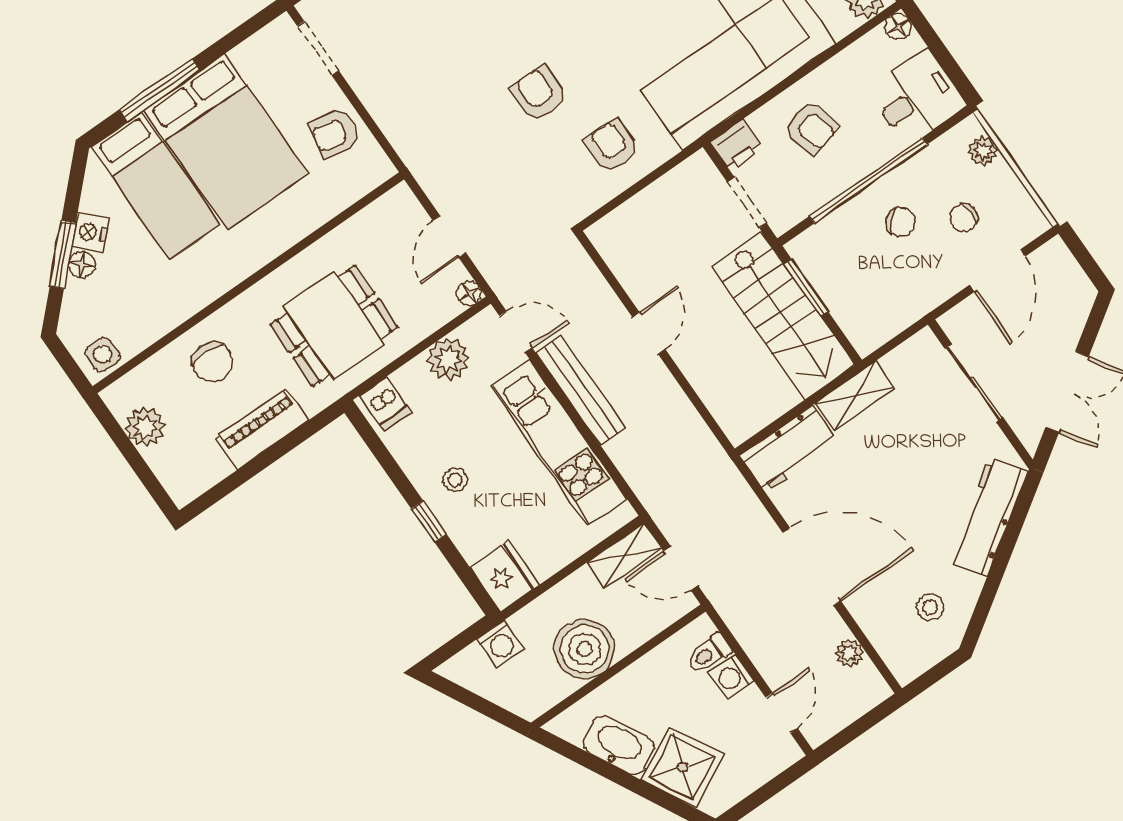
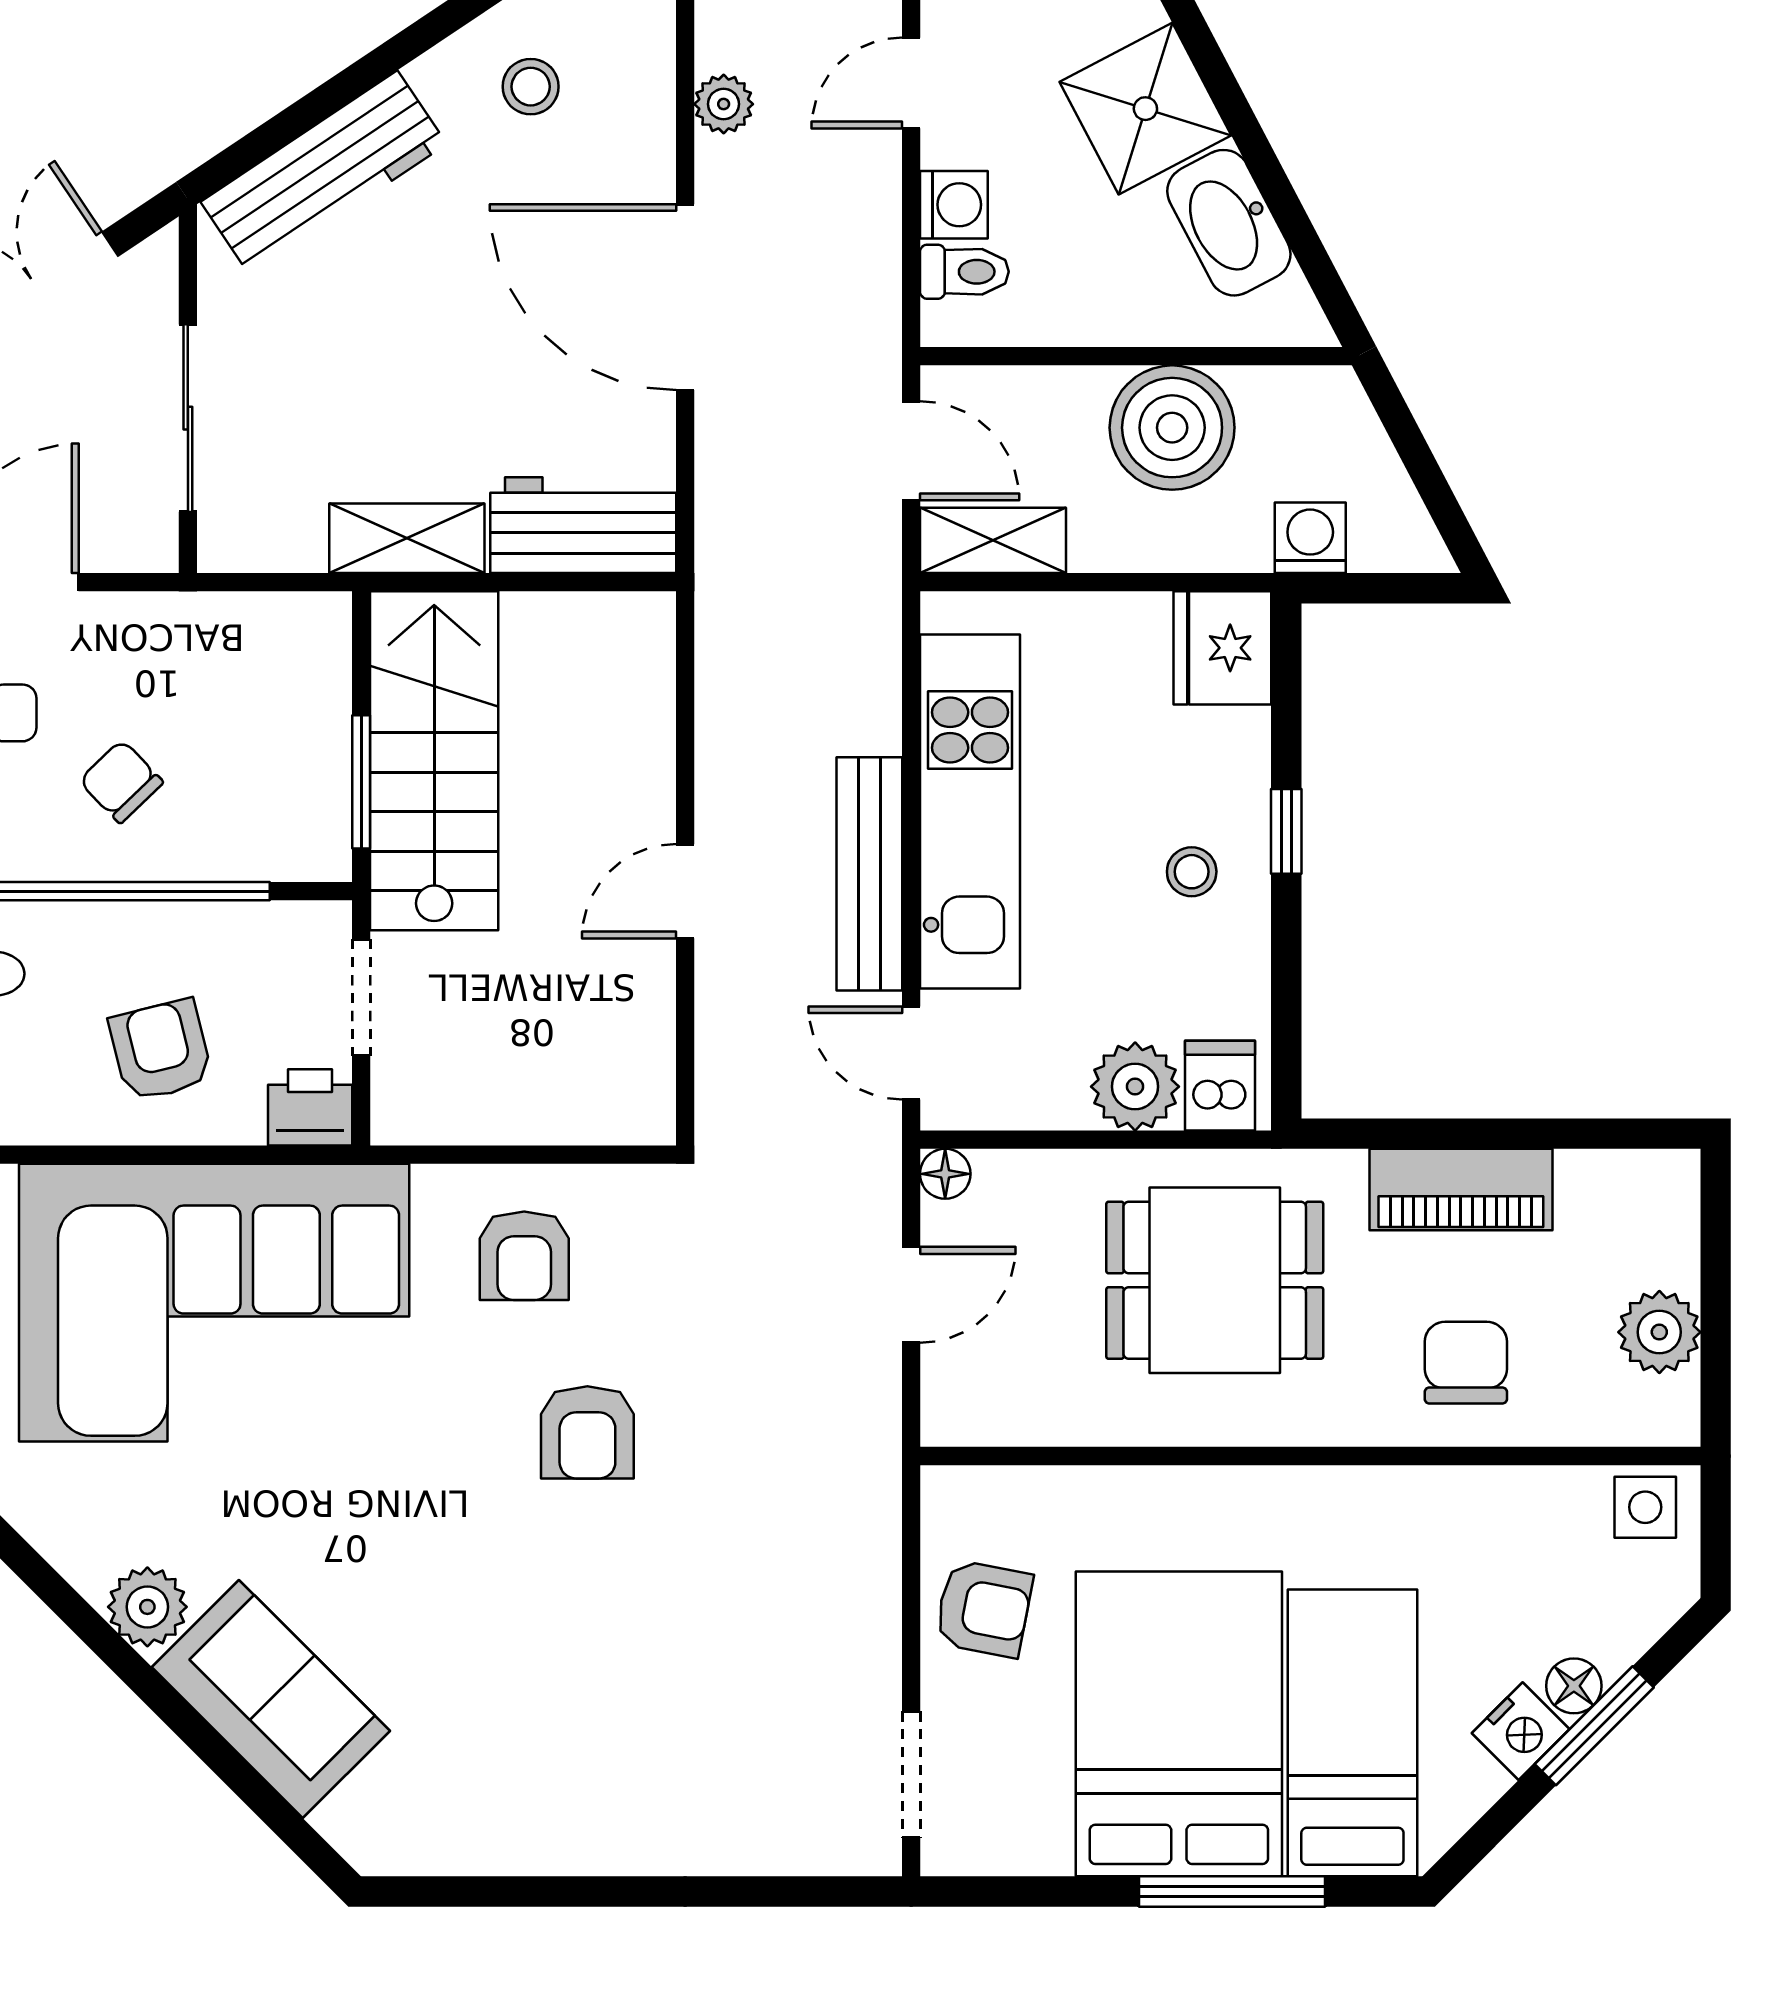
plant: (448, 359) -> (1135, 1087), moved

